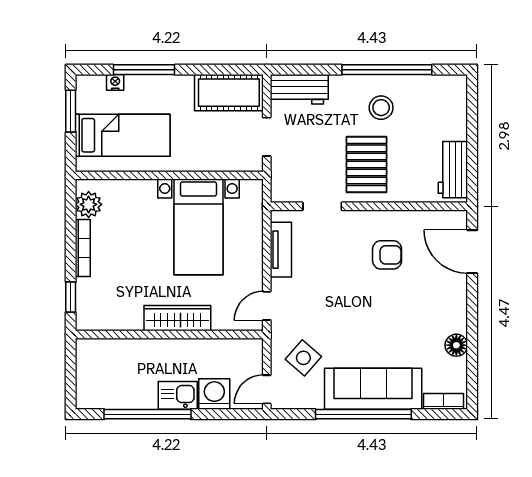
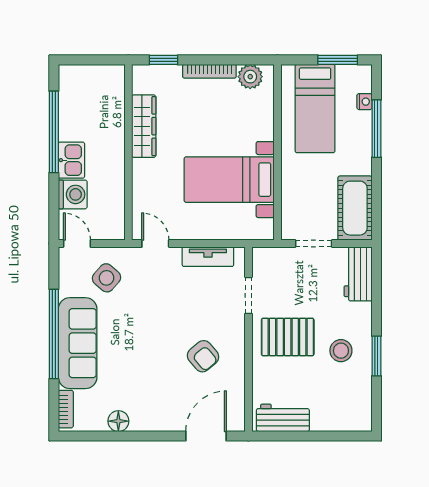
window: (387, 70) -> (376, 356), width x0.47
armchair: (387, 255) -> (203, 356), turned -40
wardrobe: (177, 318) -> (144, 126), moved

